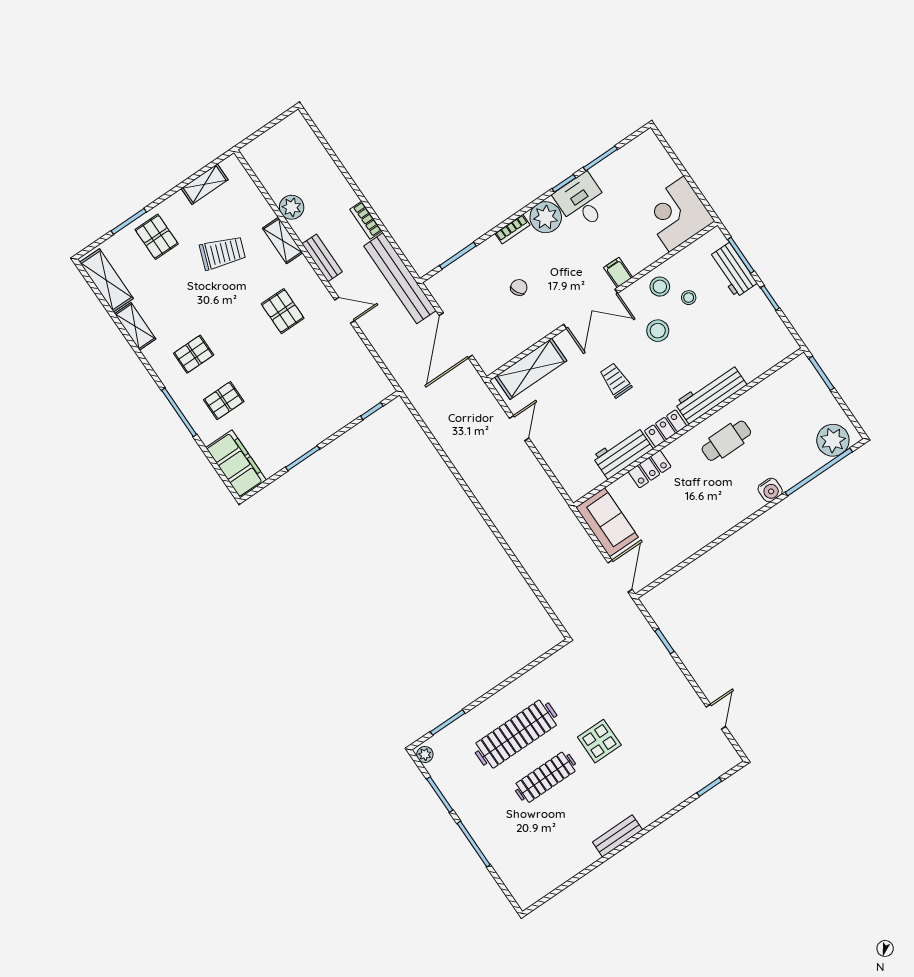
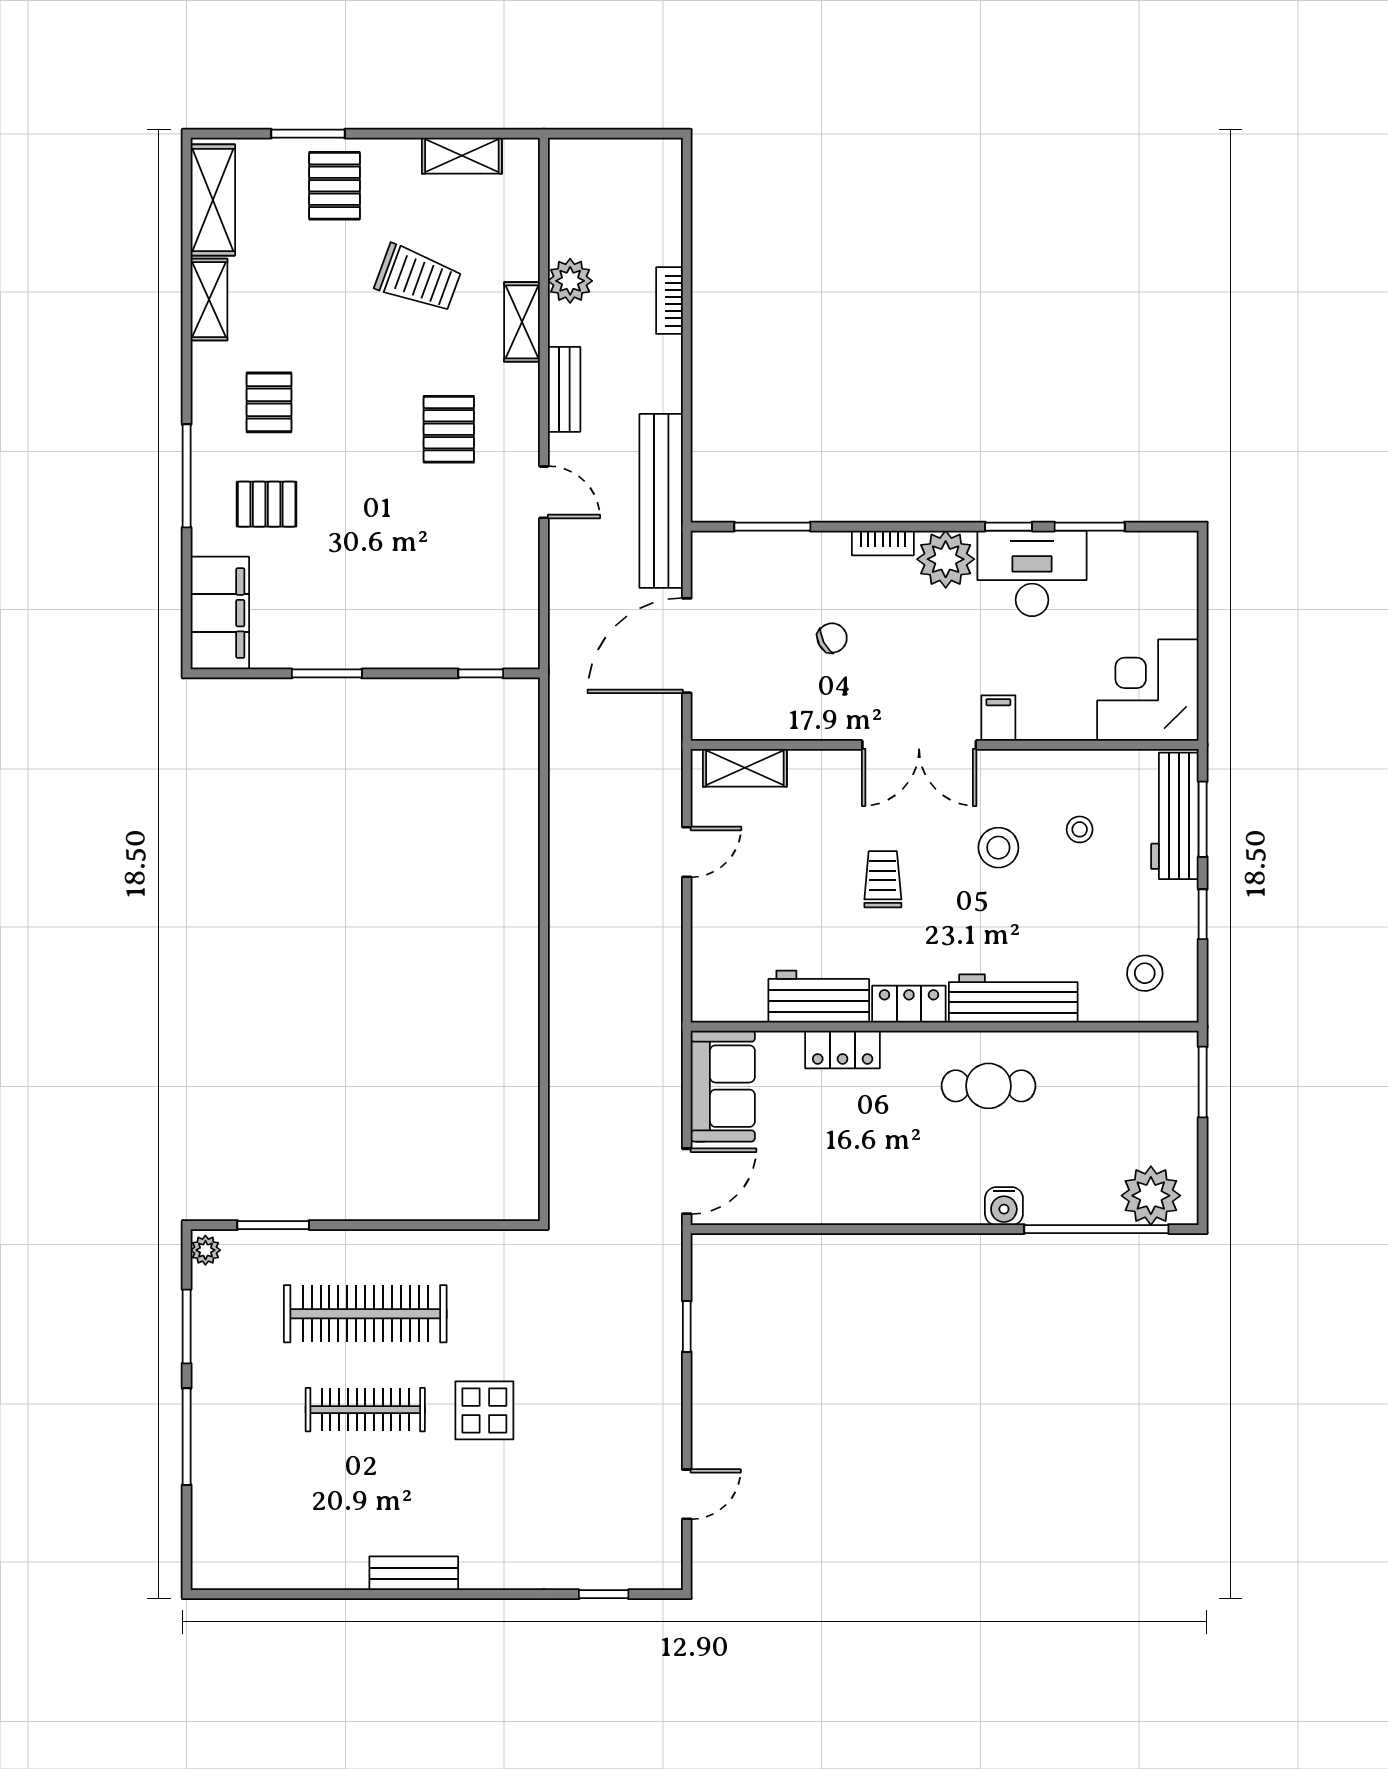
desk: (582, 202) -> (1032, 573), width x1.37
bookcase: (366, 220) -> (669, 301), moved
workbench: (733, 270) -> (1175, 816), width x1.38
stool: (660, 287) -> (1145, 973), moved
pallet: (194, 354) -> (269, 402), turned 90
shelving: (531, 369) -> (745, 768), width x0.67, depth x0.75

